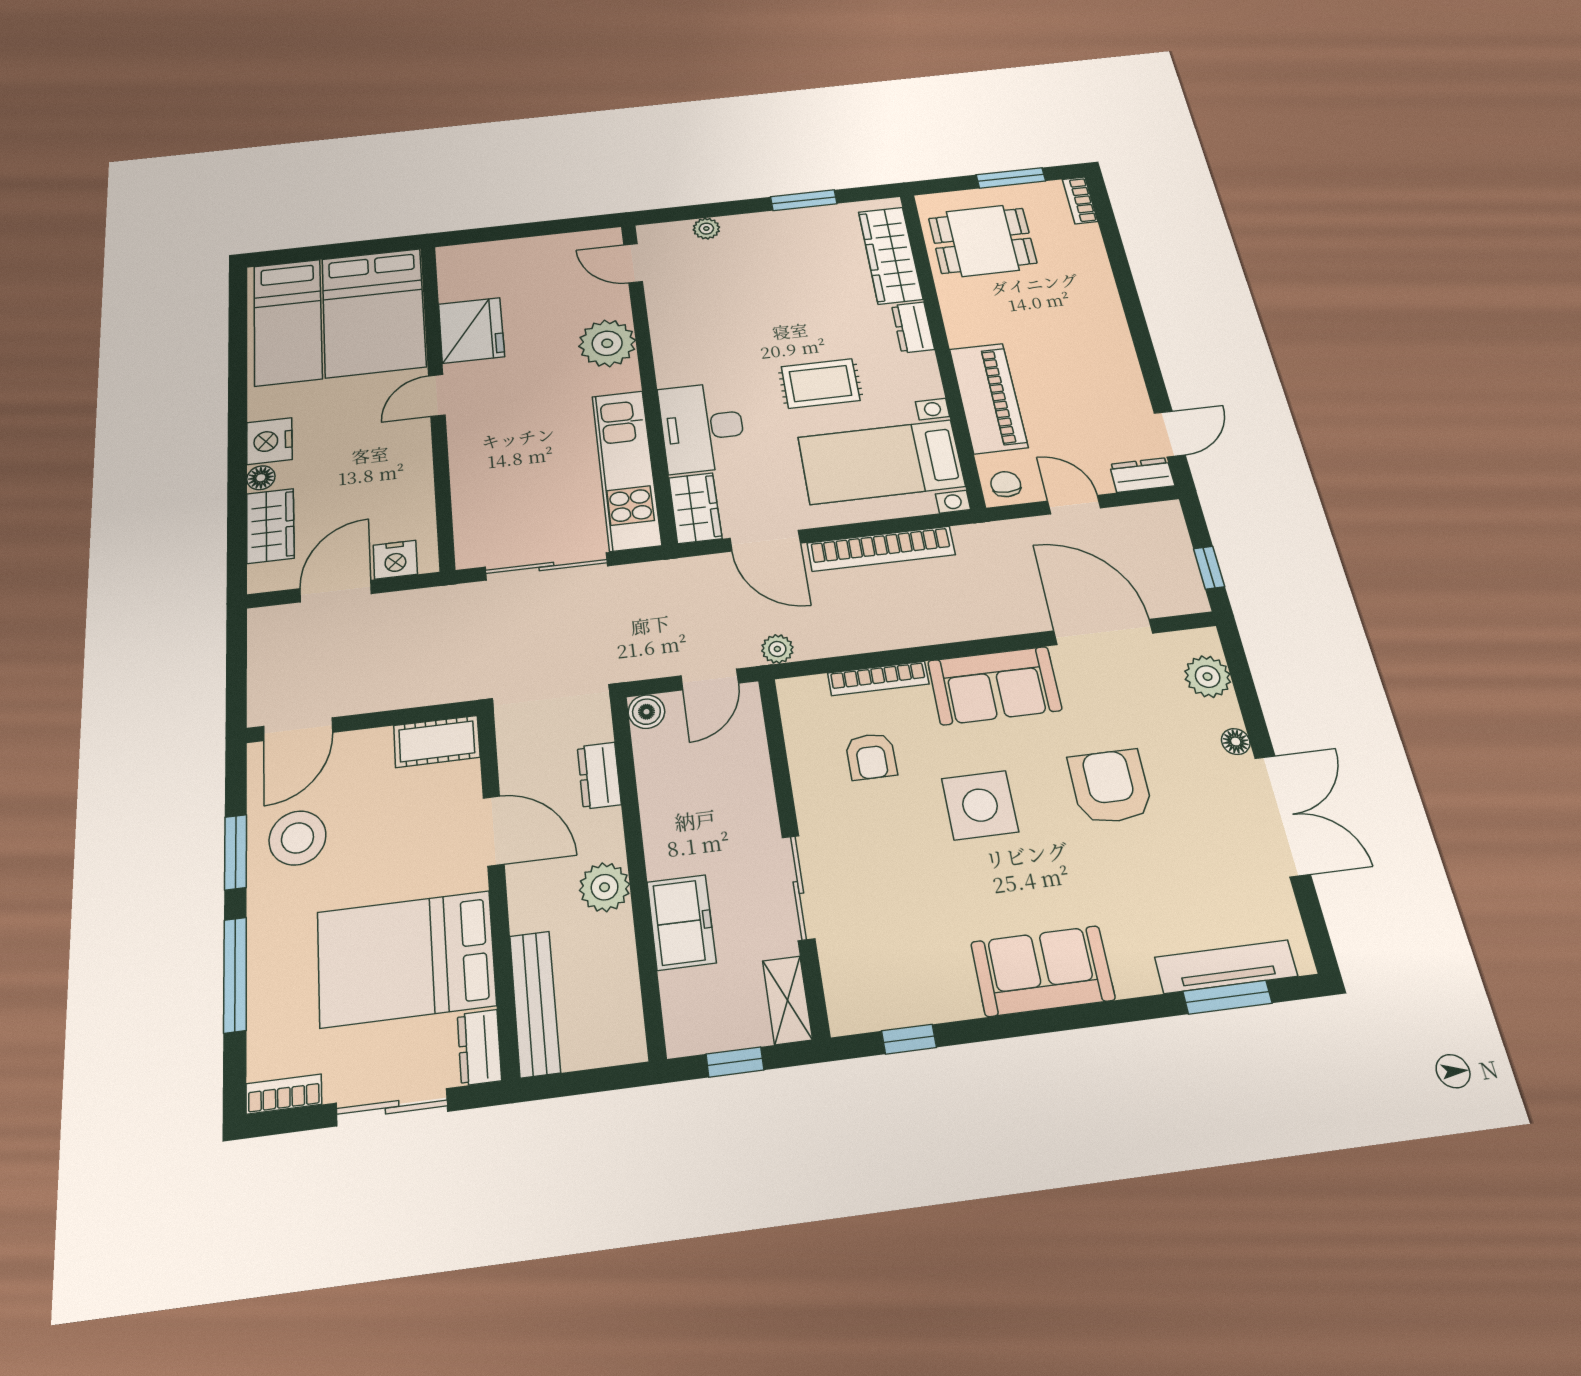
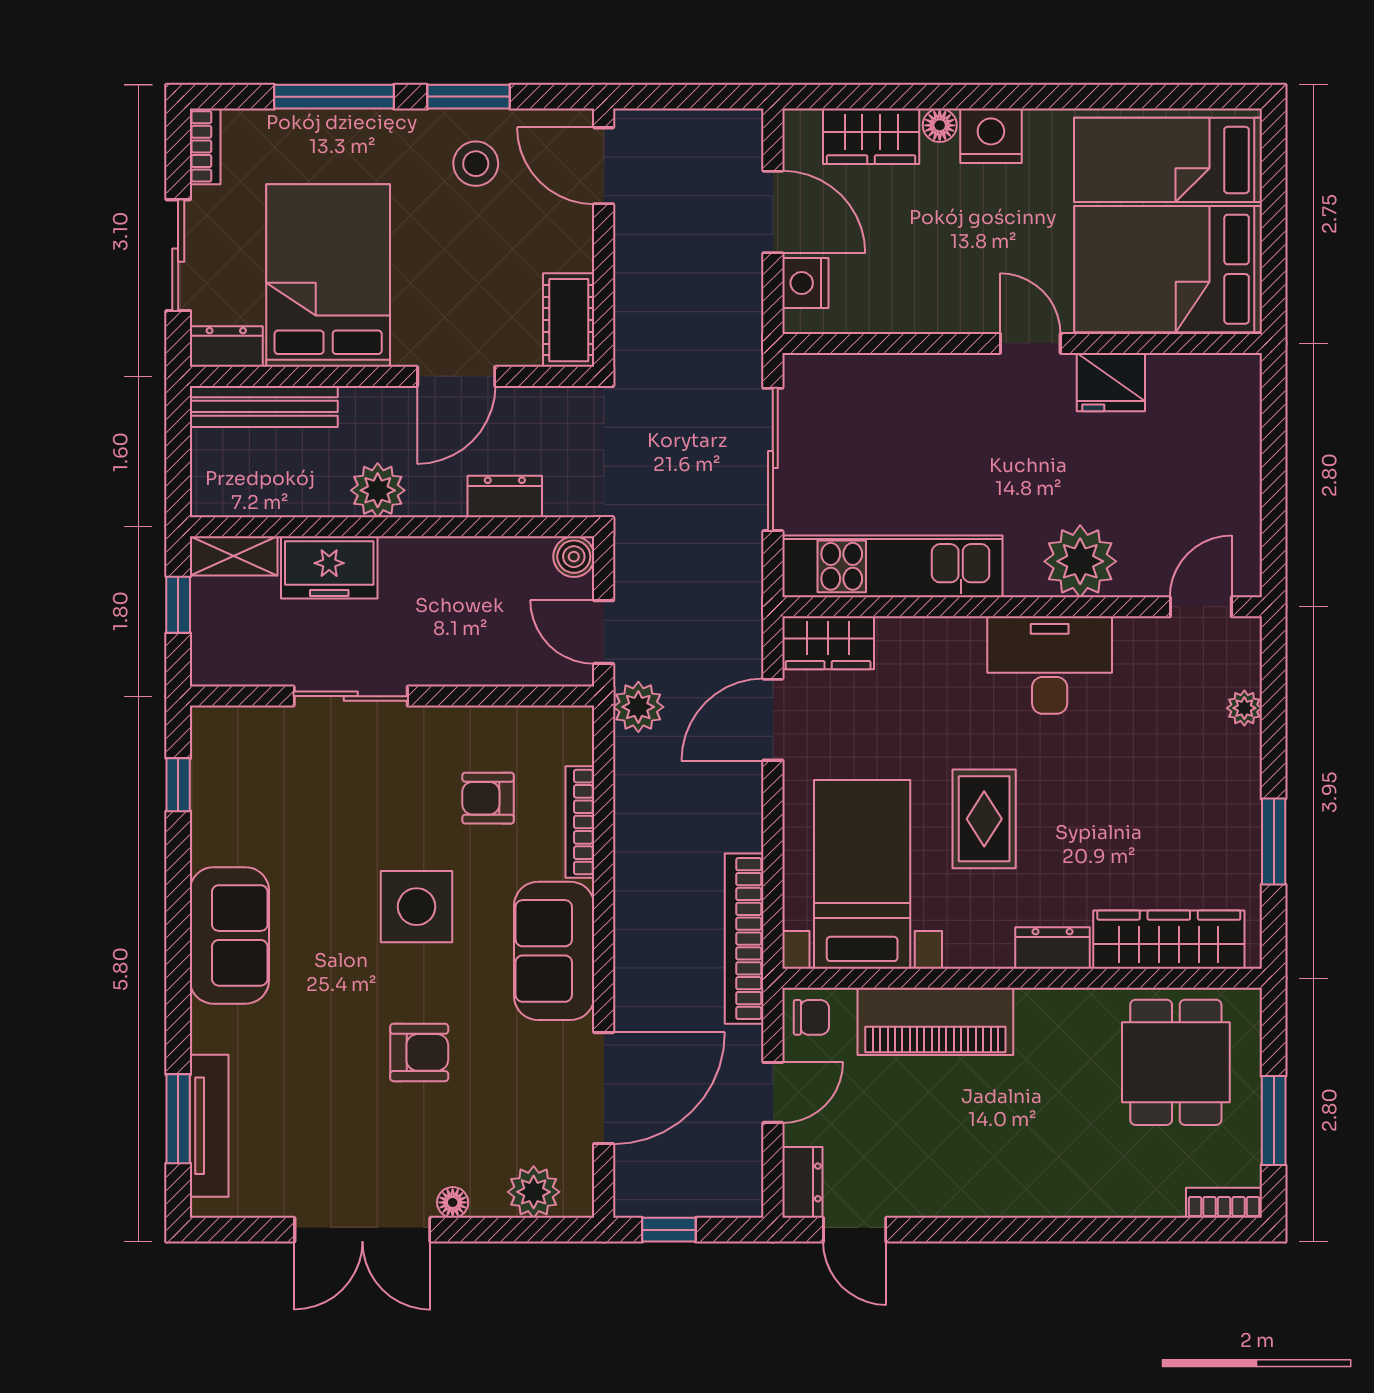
fridge: (471, 330) -> (1111, 382), width x0.73, depth x0.75
desk: (702, 427) -> (1050, 665), moved
bookcase: (881, 549) -> (744, 939), moved
plant: (777, 649) -> (638, 707), width x1.38, depth x1.38
armchair: (1110, 786) -> (419, 1052), width x0.72, depth x0.72
stool: (297, 838) -> (476, 164), width x0.73, depth x0.73
shelving: (787, 1000) -> (234, 556), moved

